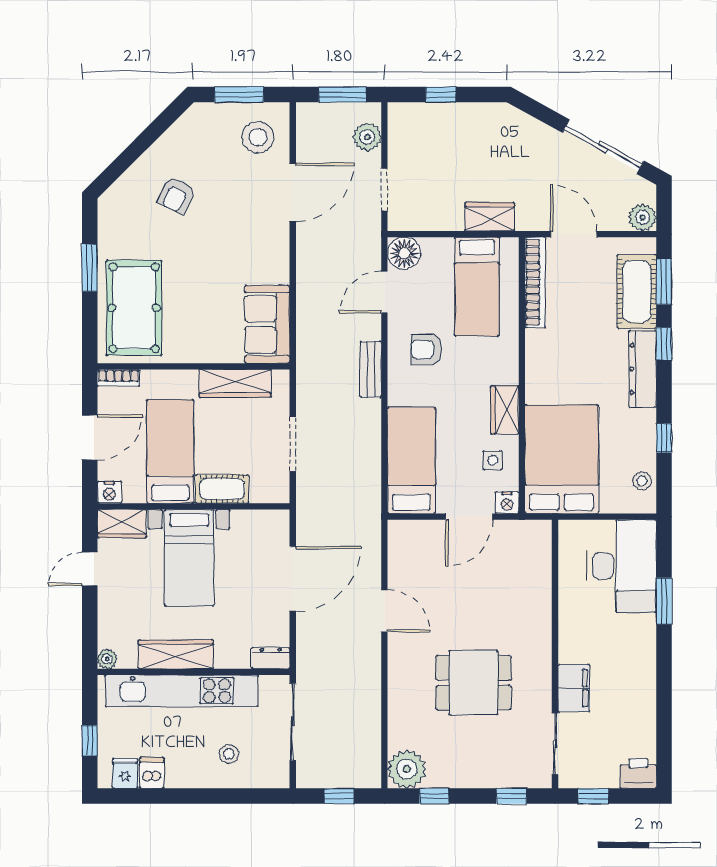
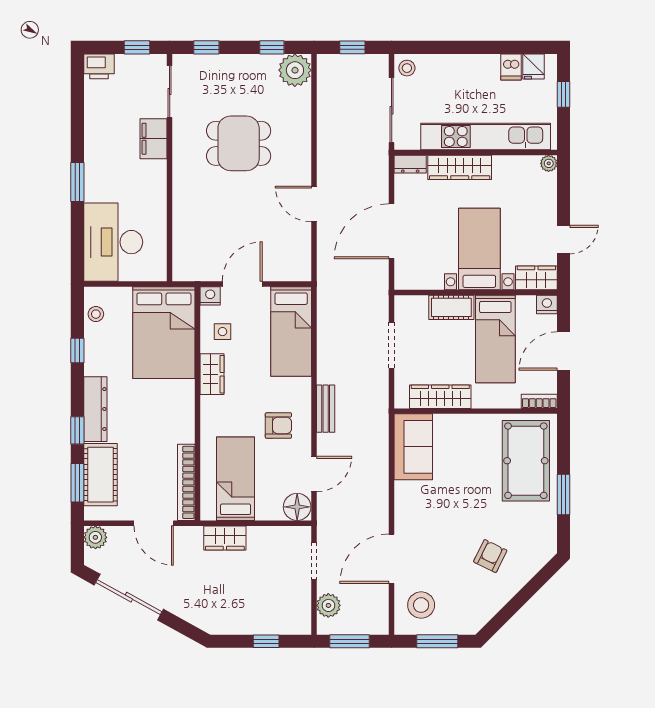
window: (664, 601) -> (77, 182), moved
wardrobe: (176, 654) -> (460, 167), moved
stool: (229, 754) -> (407, 68), moved

